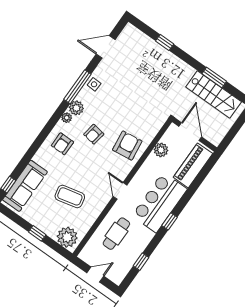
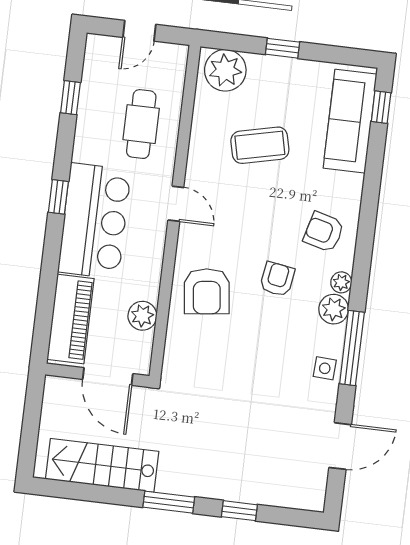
window: (214, 78) -> (169, 502), moved
armchair: (62, 144) -> (324, 232), turned -75

